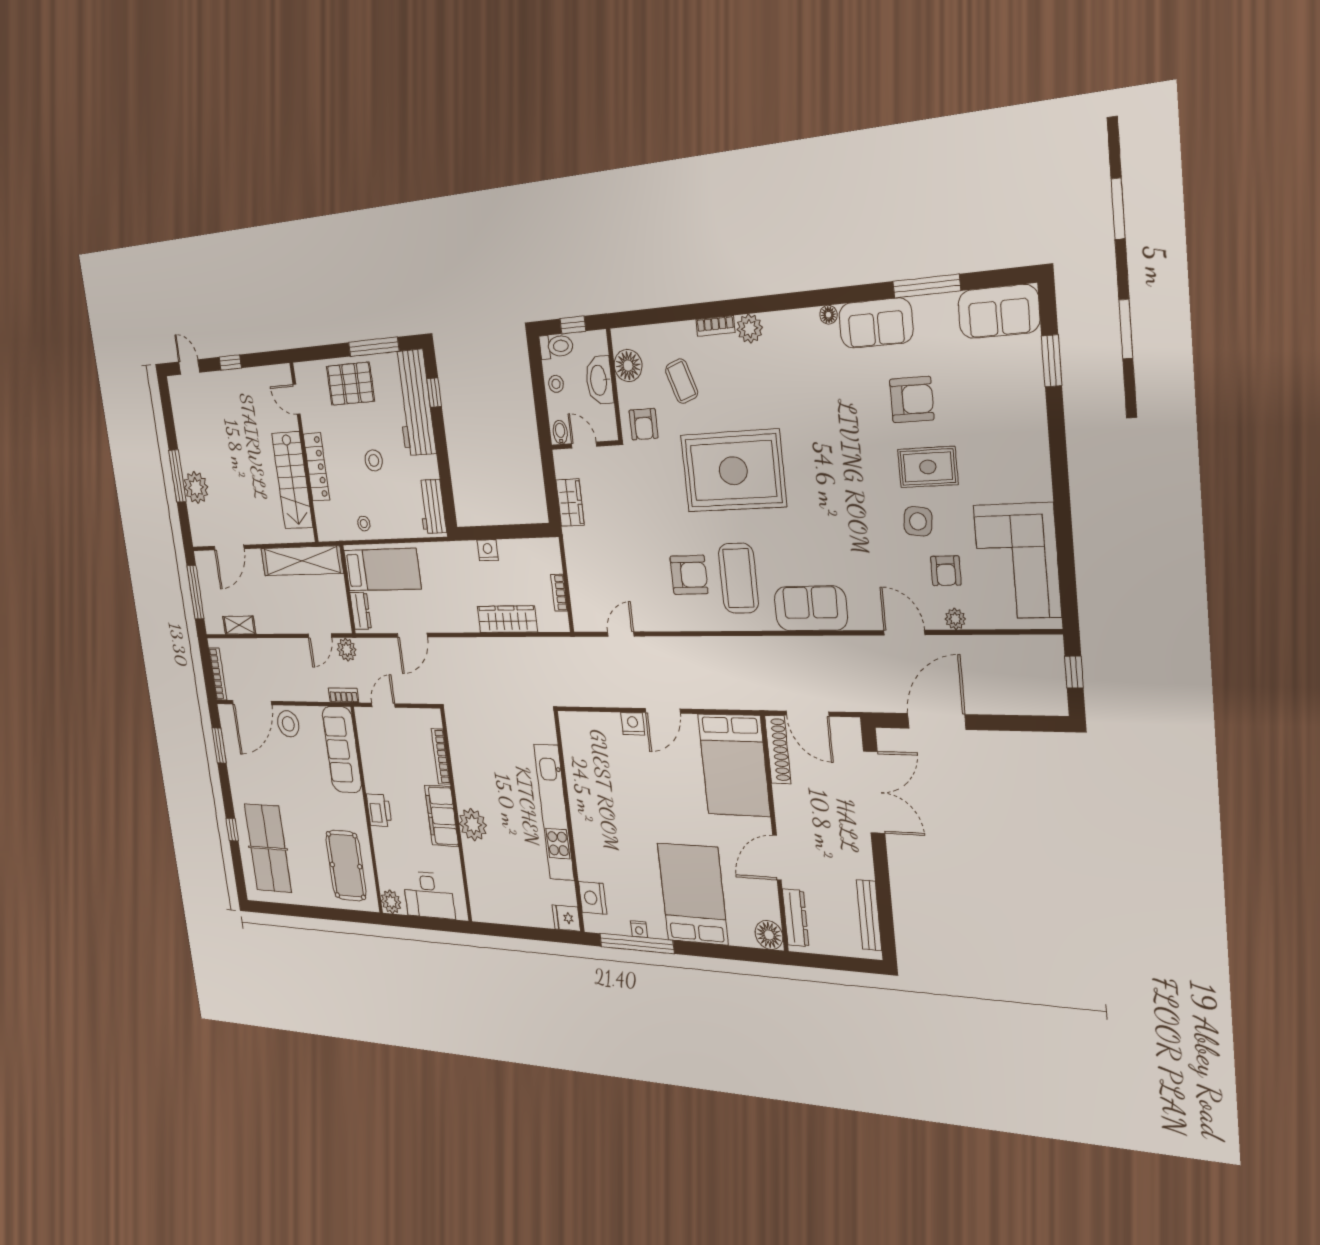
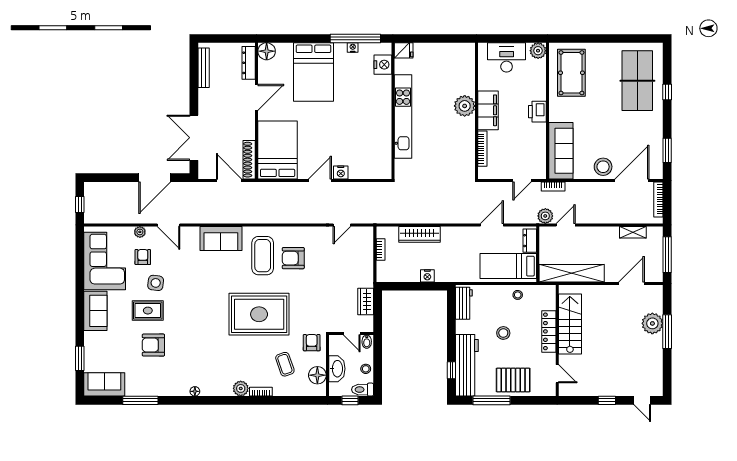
sofa: (876, 323) -> (95, 311), moved, turned 90

